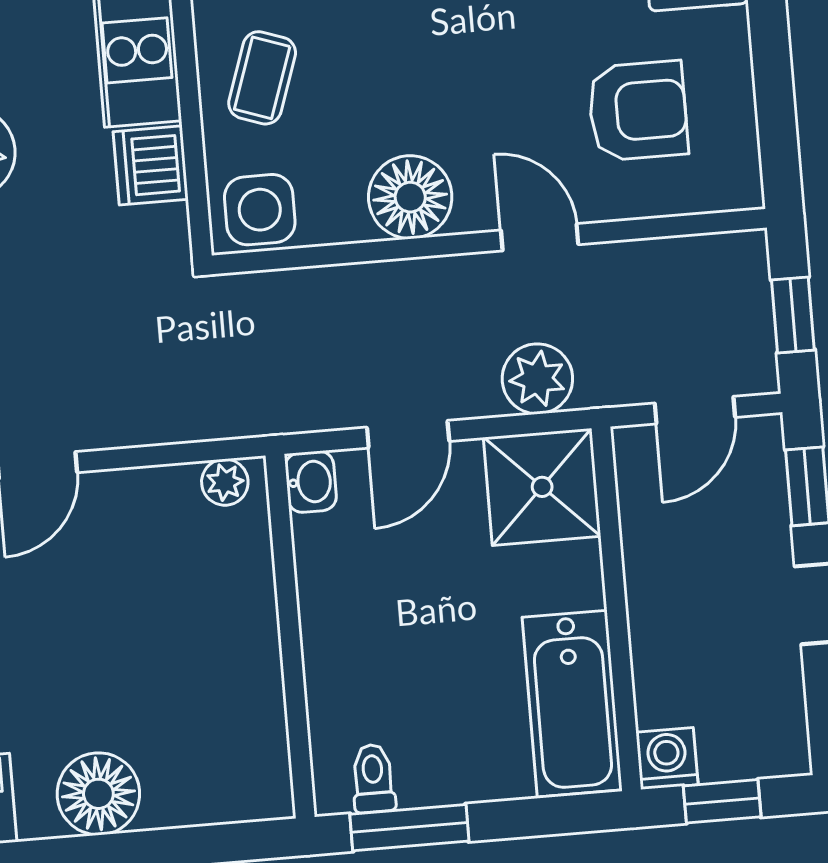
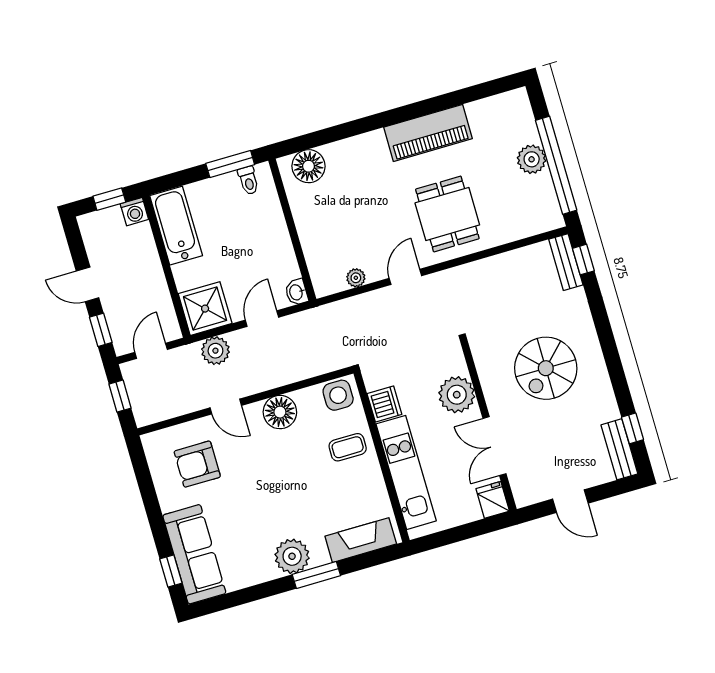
coffee table: (262, 78) -> (348, 447), turned 71
plant: (225, 482) -> (356, 278), moved
floor lamp: (98, 794) -> (308, 166), moved

